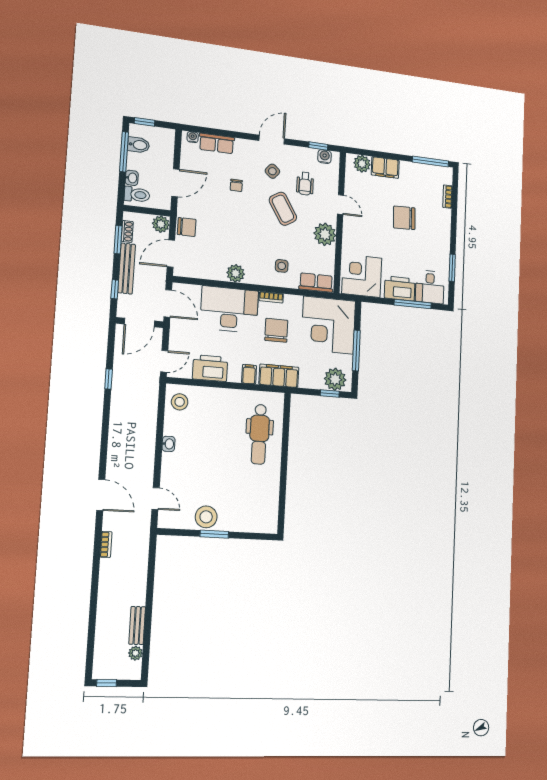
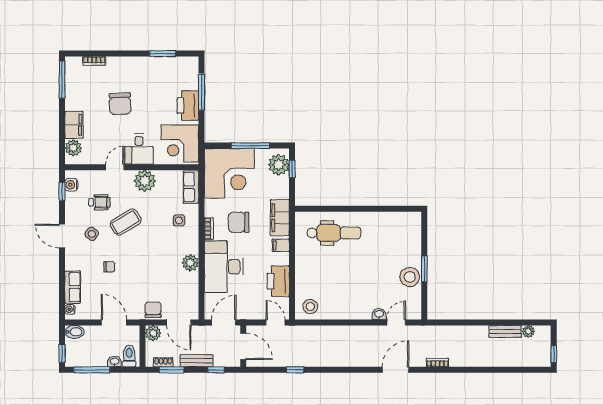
bidet: (139, 145) -> (74, 332), moved, turned 90
bench: (127, 269) -> (196, 361), width x0.73
desk: (430, 287) -> (139, 149), moved, turned 90
washbasin: (168, 444) -> (379, 314), moved

